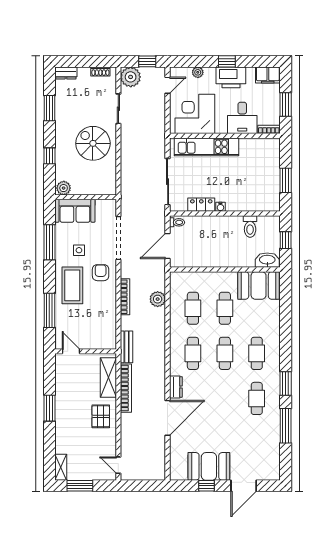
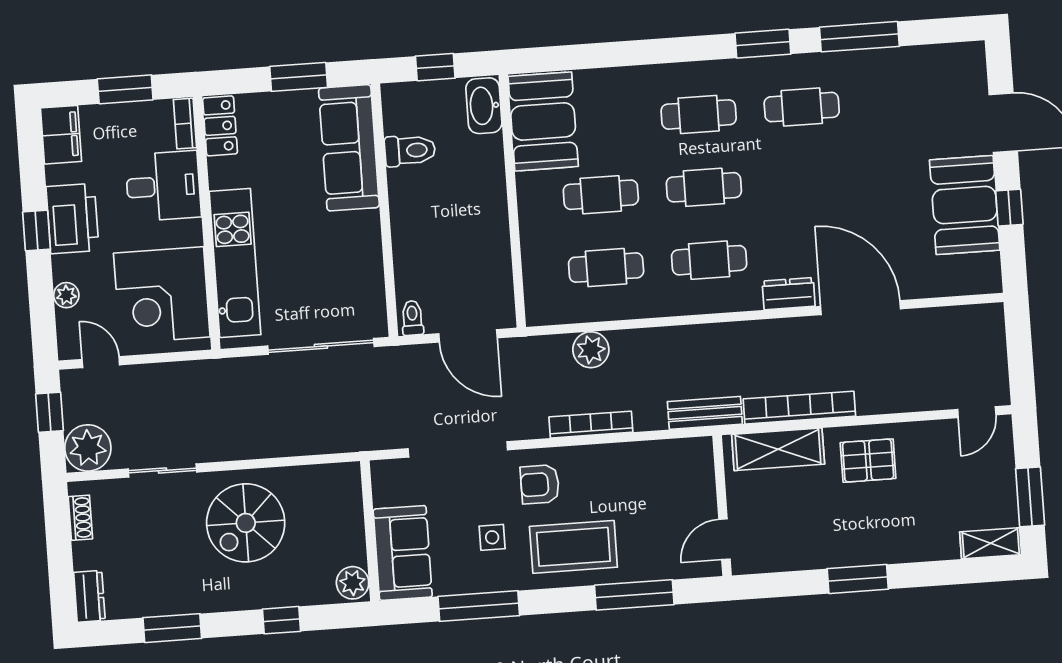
sofa: (253, 200) -> (349, 148), added
locker: (201, 205) -> (220, 126), moved, turned 180
water cooler: (220, 207) -> (370, 221), removed

